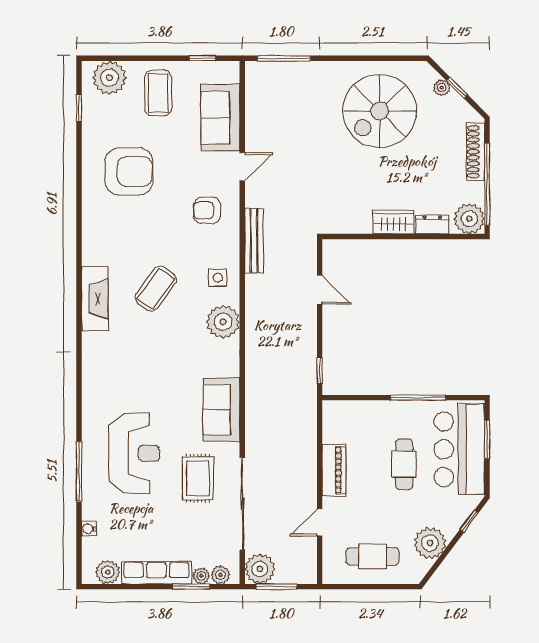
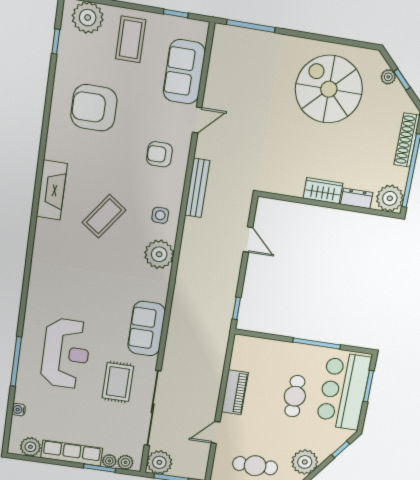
spiral stairs: (380, 111) -> (329, 89), turned 90
armchair: (129, 171) -> (94, 108), turned 180
fireplace: (95, 299) -> (52, 190), moved

